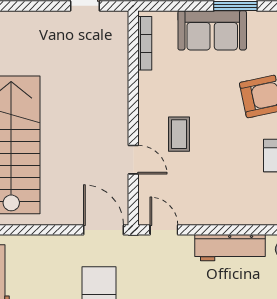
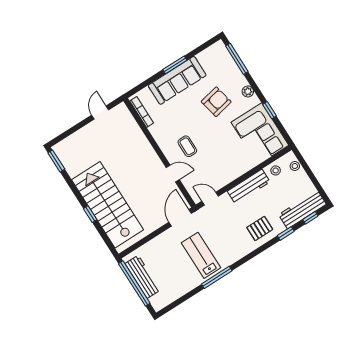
sofa: (212, 30) -> (177, 80), width x1.36
door: (104, 230) -> (180, 218), hinge flipped

